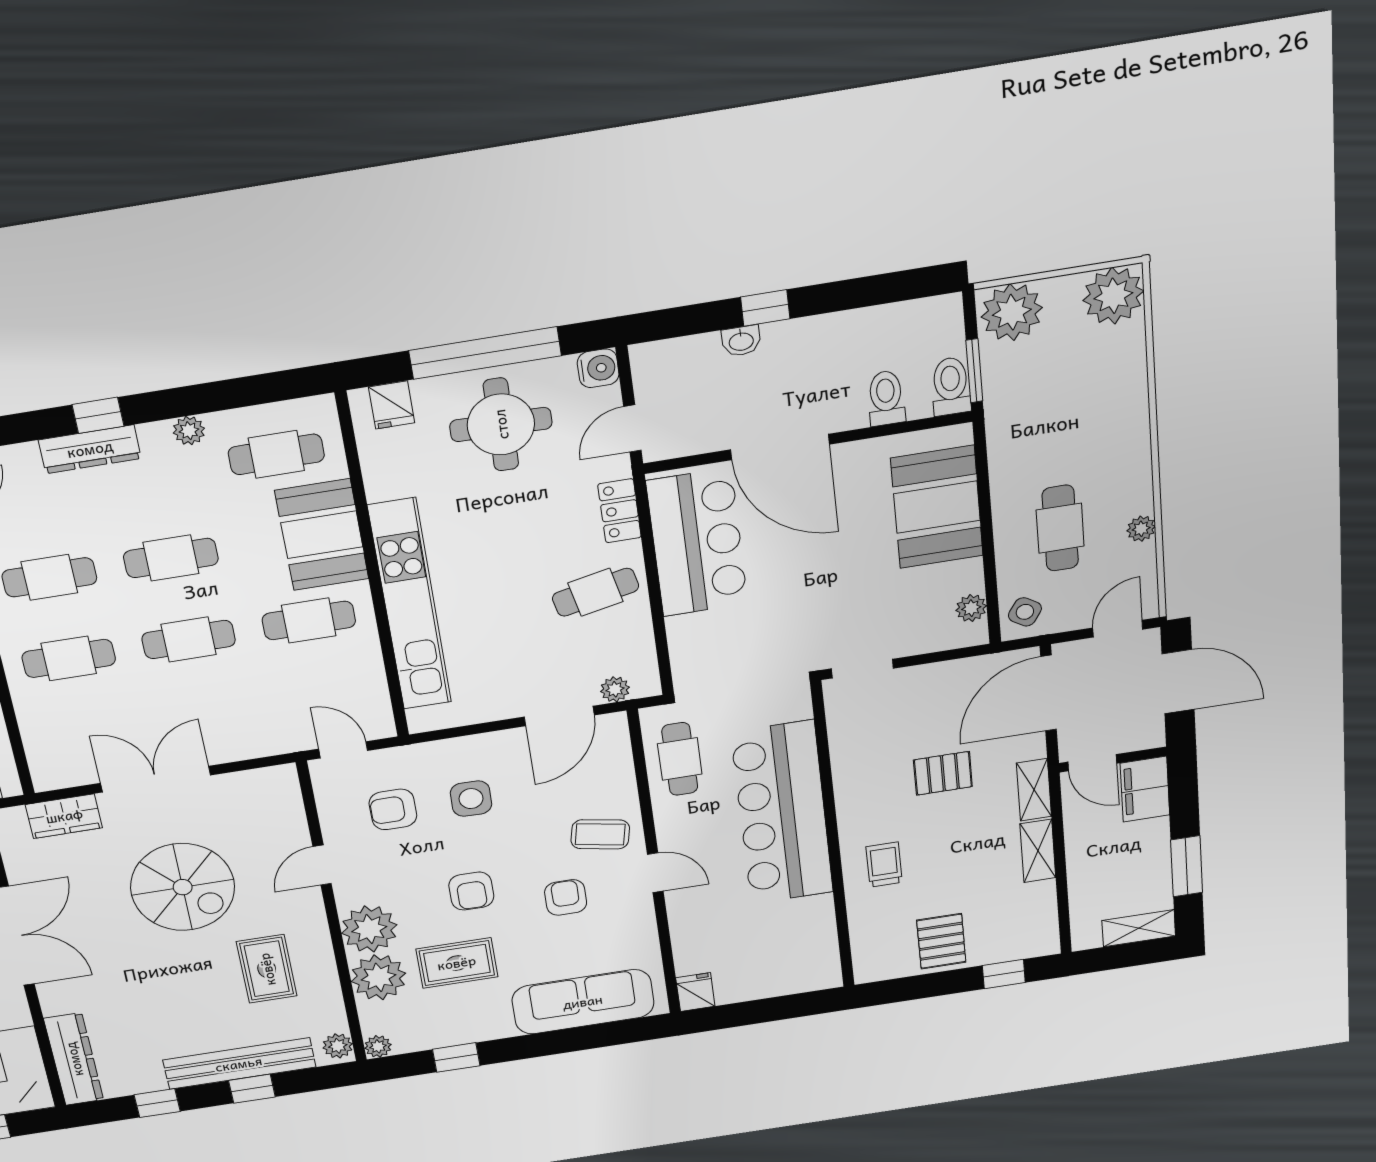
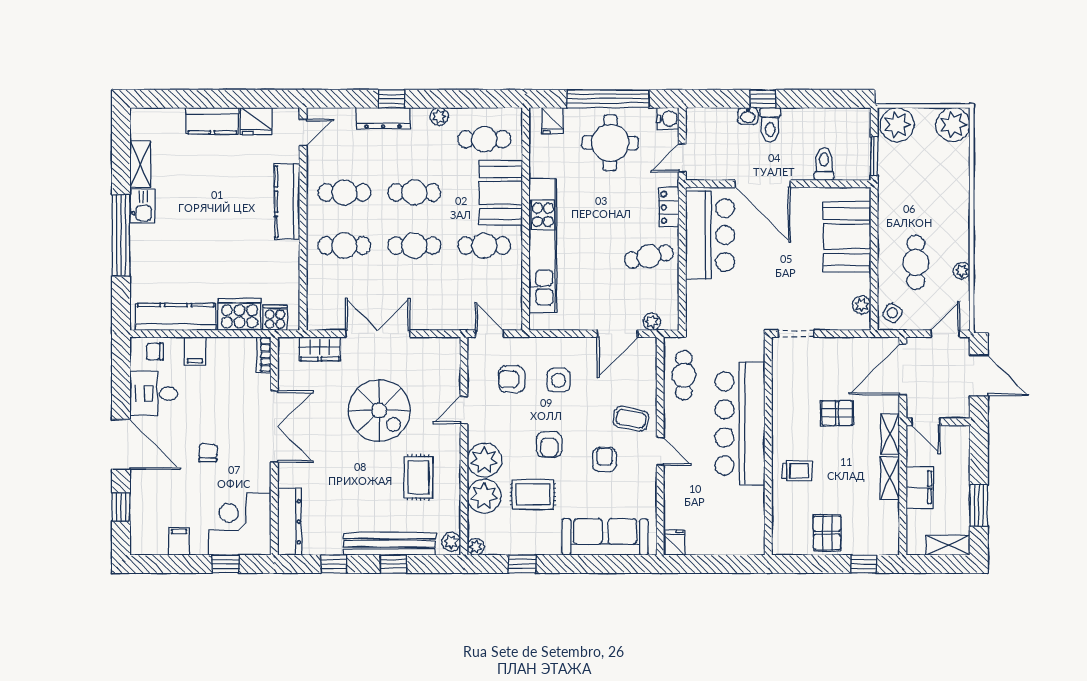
toilet: (951, 386) -> (770, 125), moved, turned 180
filing cabinet: (1145, 789) -> (920, 487), moved, turned 180
trolley: (884, 865) -> (797, 471), turned 90

